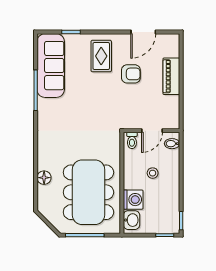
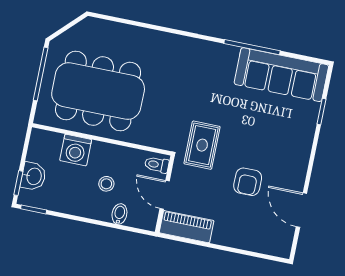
rug: (101, 56) -> (202, 145), moved, turned 90
piano: (171, 76) -> (187, 227), moved
bidet: (172, 144) -> (119, 214), moved
floor lamp: (44, 178) -> (130, 34), removed
washbasin: (132, 220) -> (33, 176), moved, turned -90

